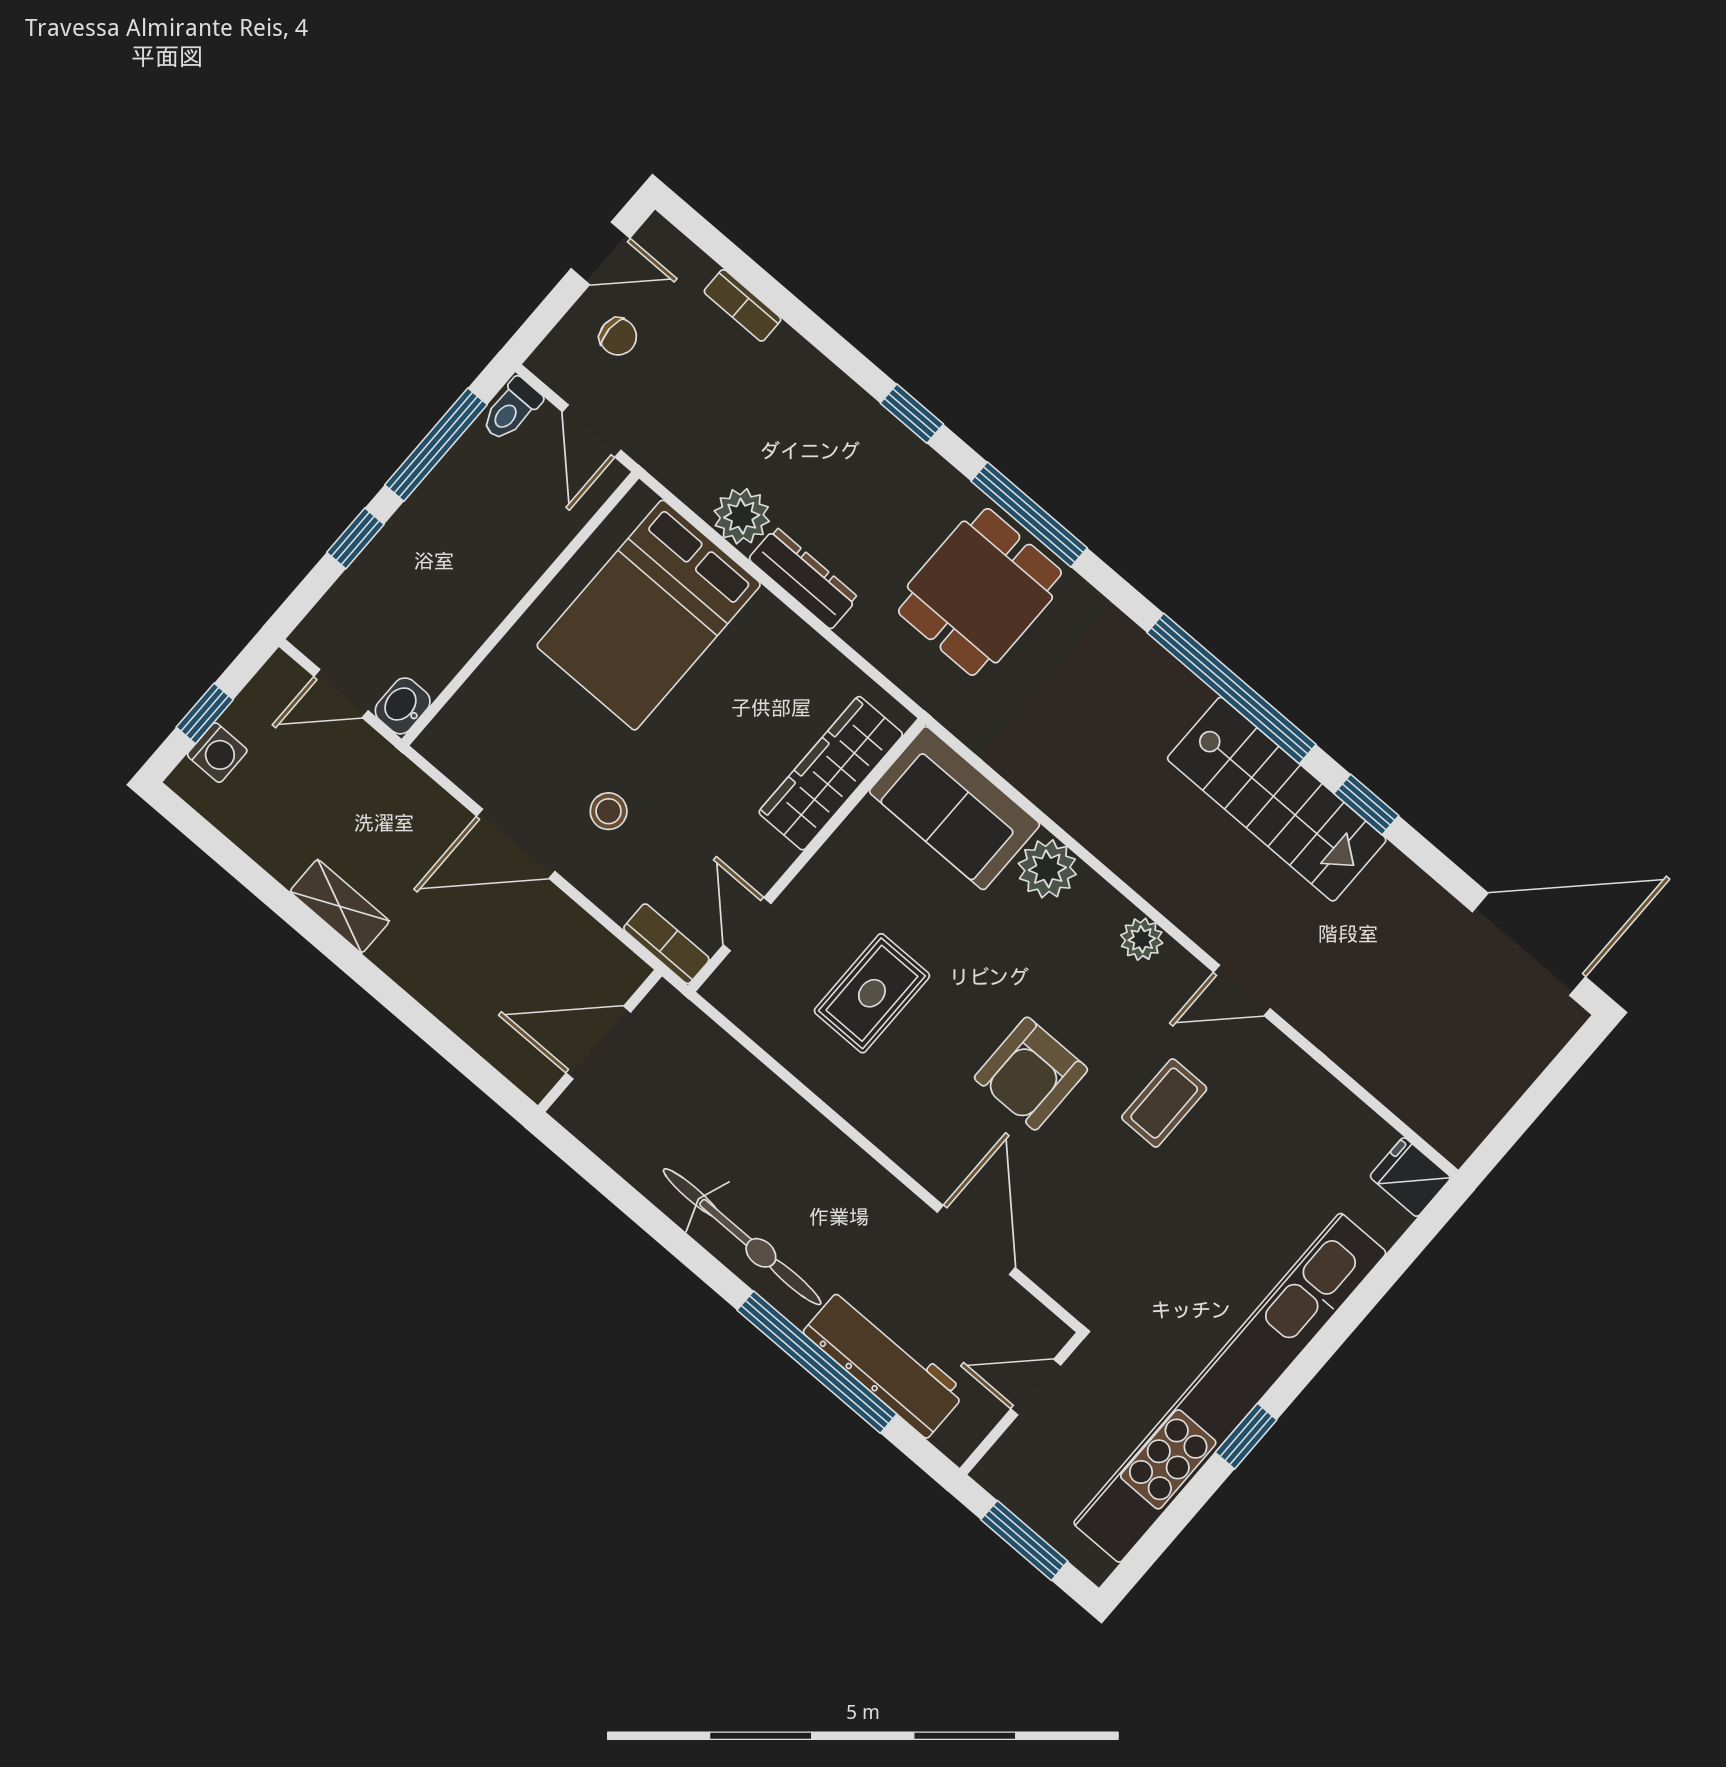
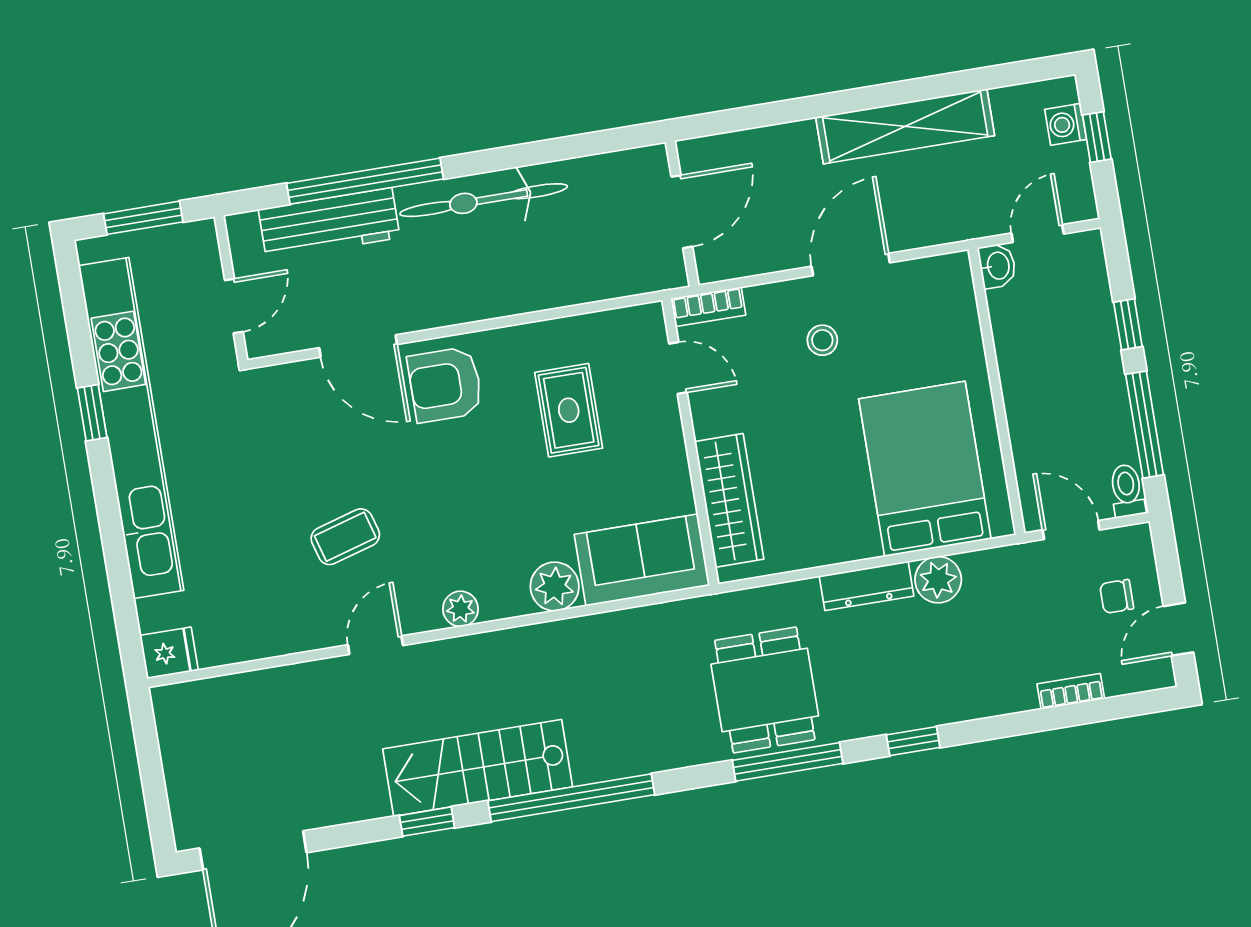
shelving: (340, 906) -> (905, 126), width x2.20, depth x1.33
armchair: (1031, 1074) -> (445, 385), moved, turned -90
coffee table: (1164, 1103) -> (345, 537), turned 74

